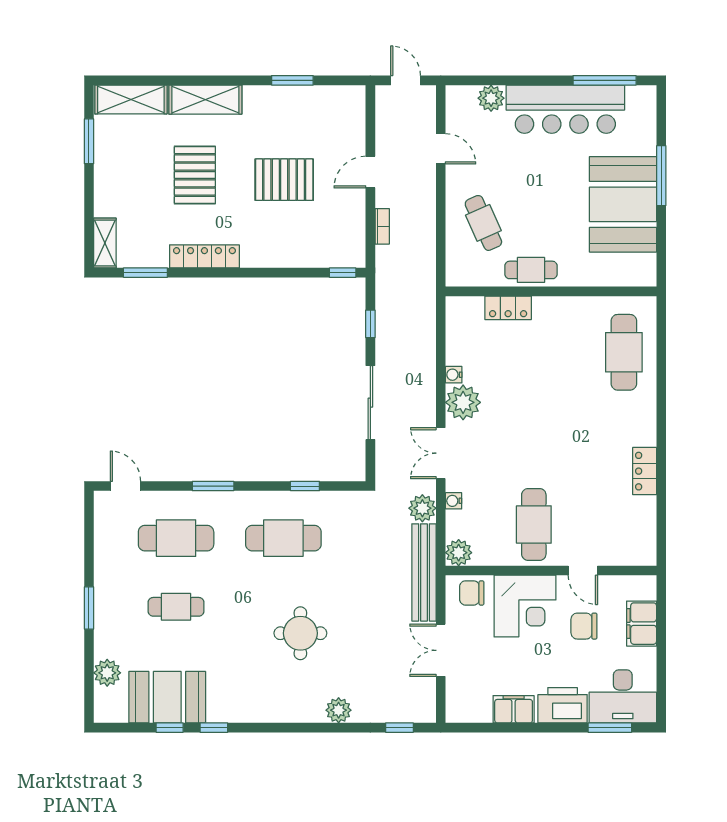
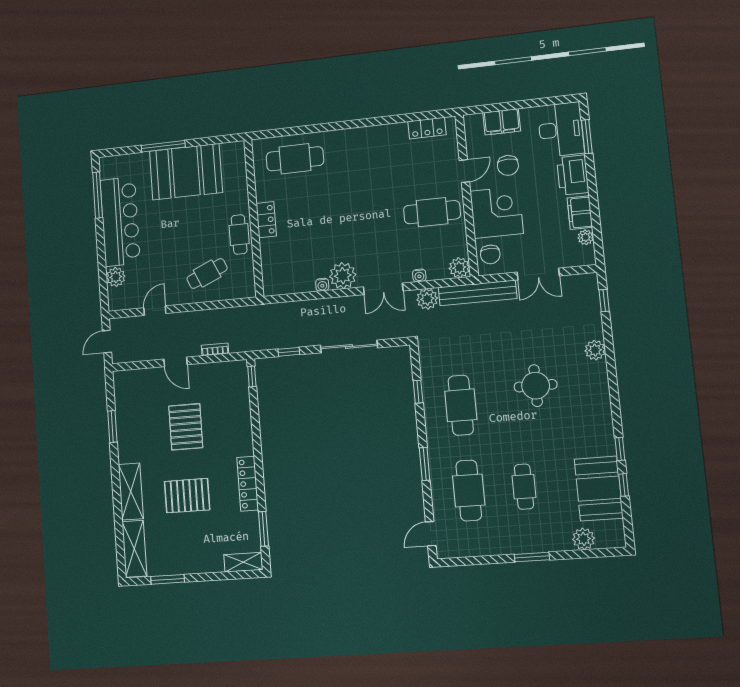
locker: (508, 308) -> (266, 220), moved
locker: (645, 471) -> (427, 128), moved
plant: (481, 713) -> (586, 237), added

